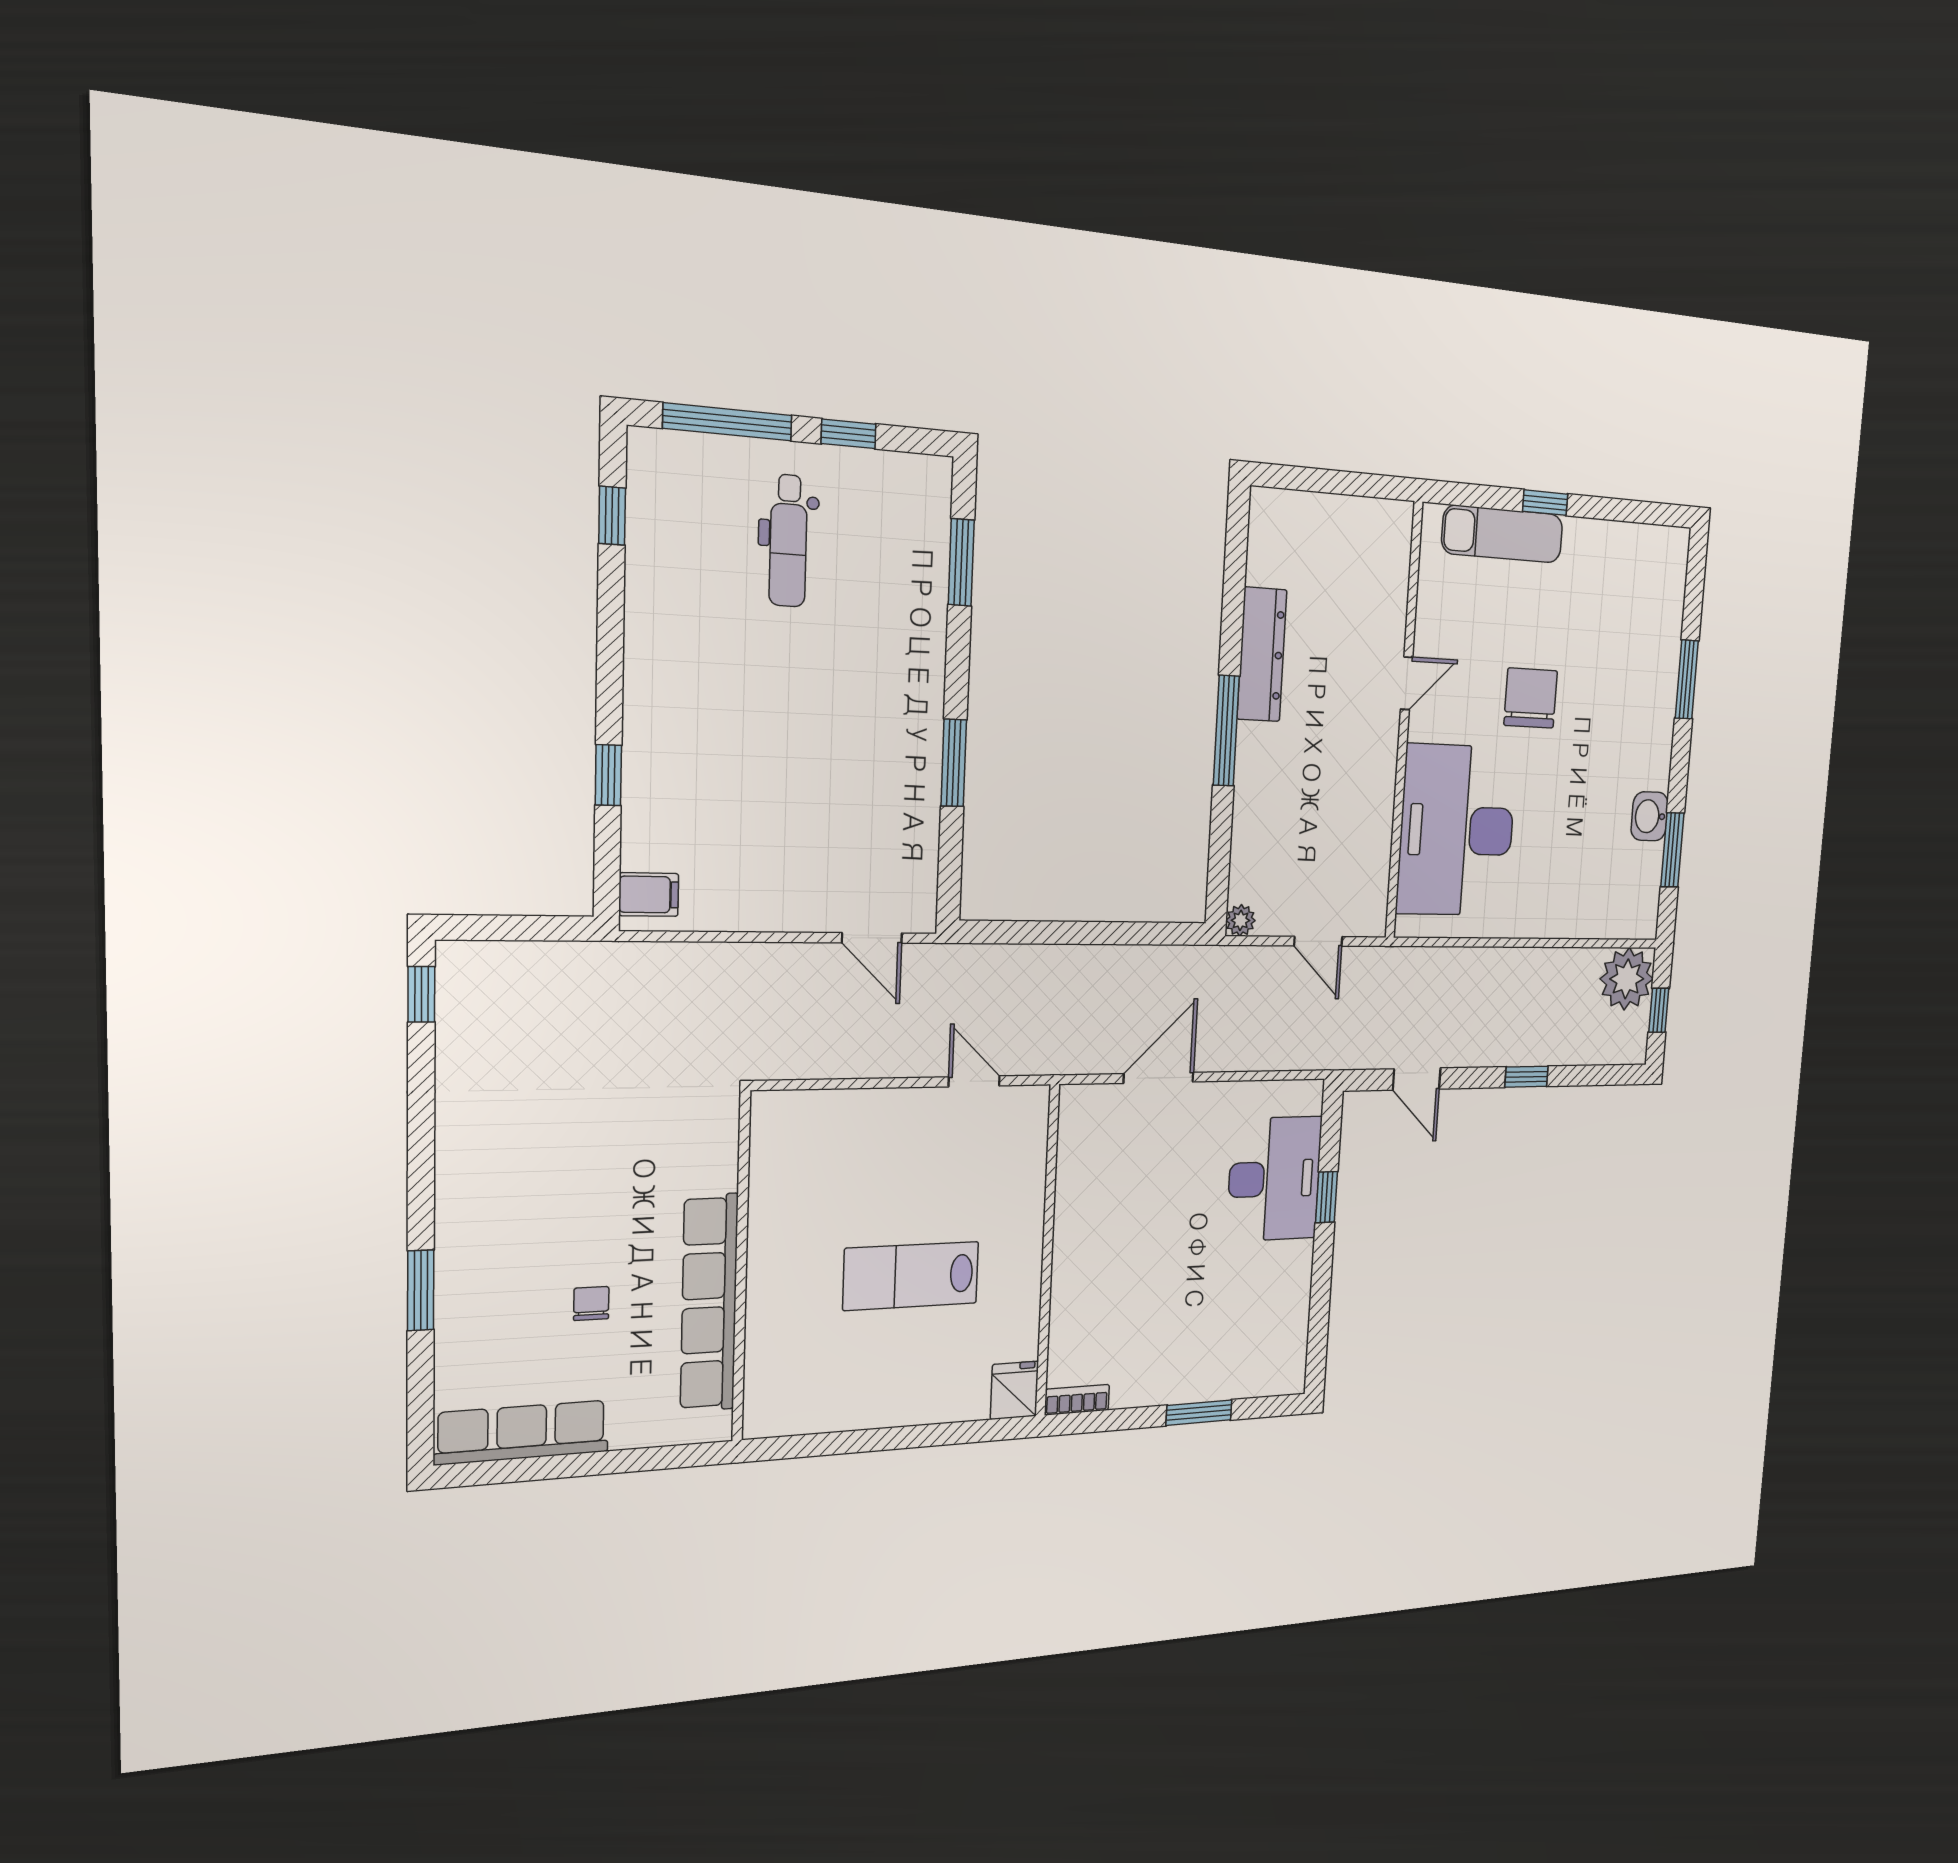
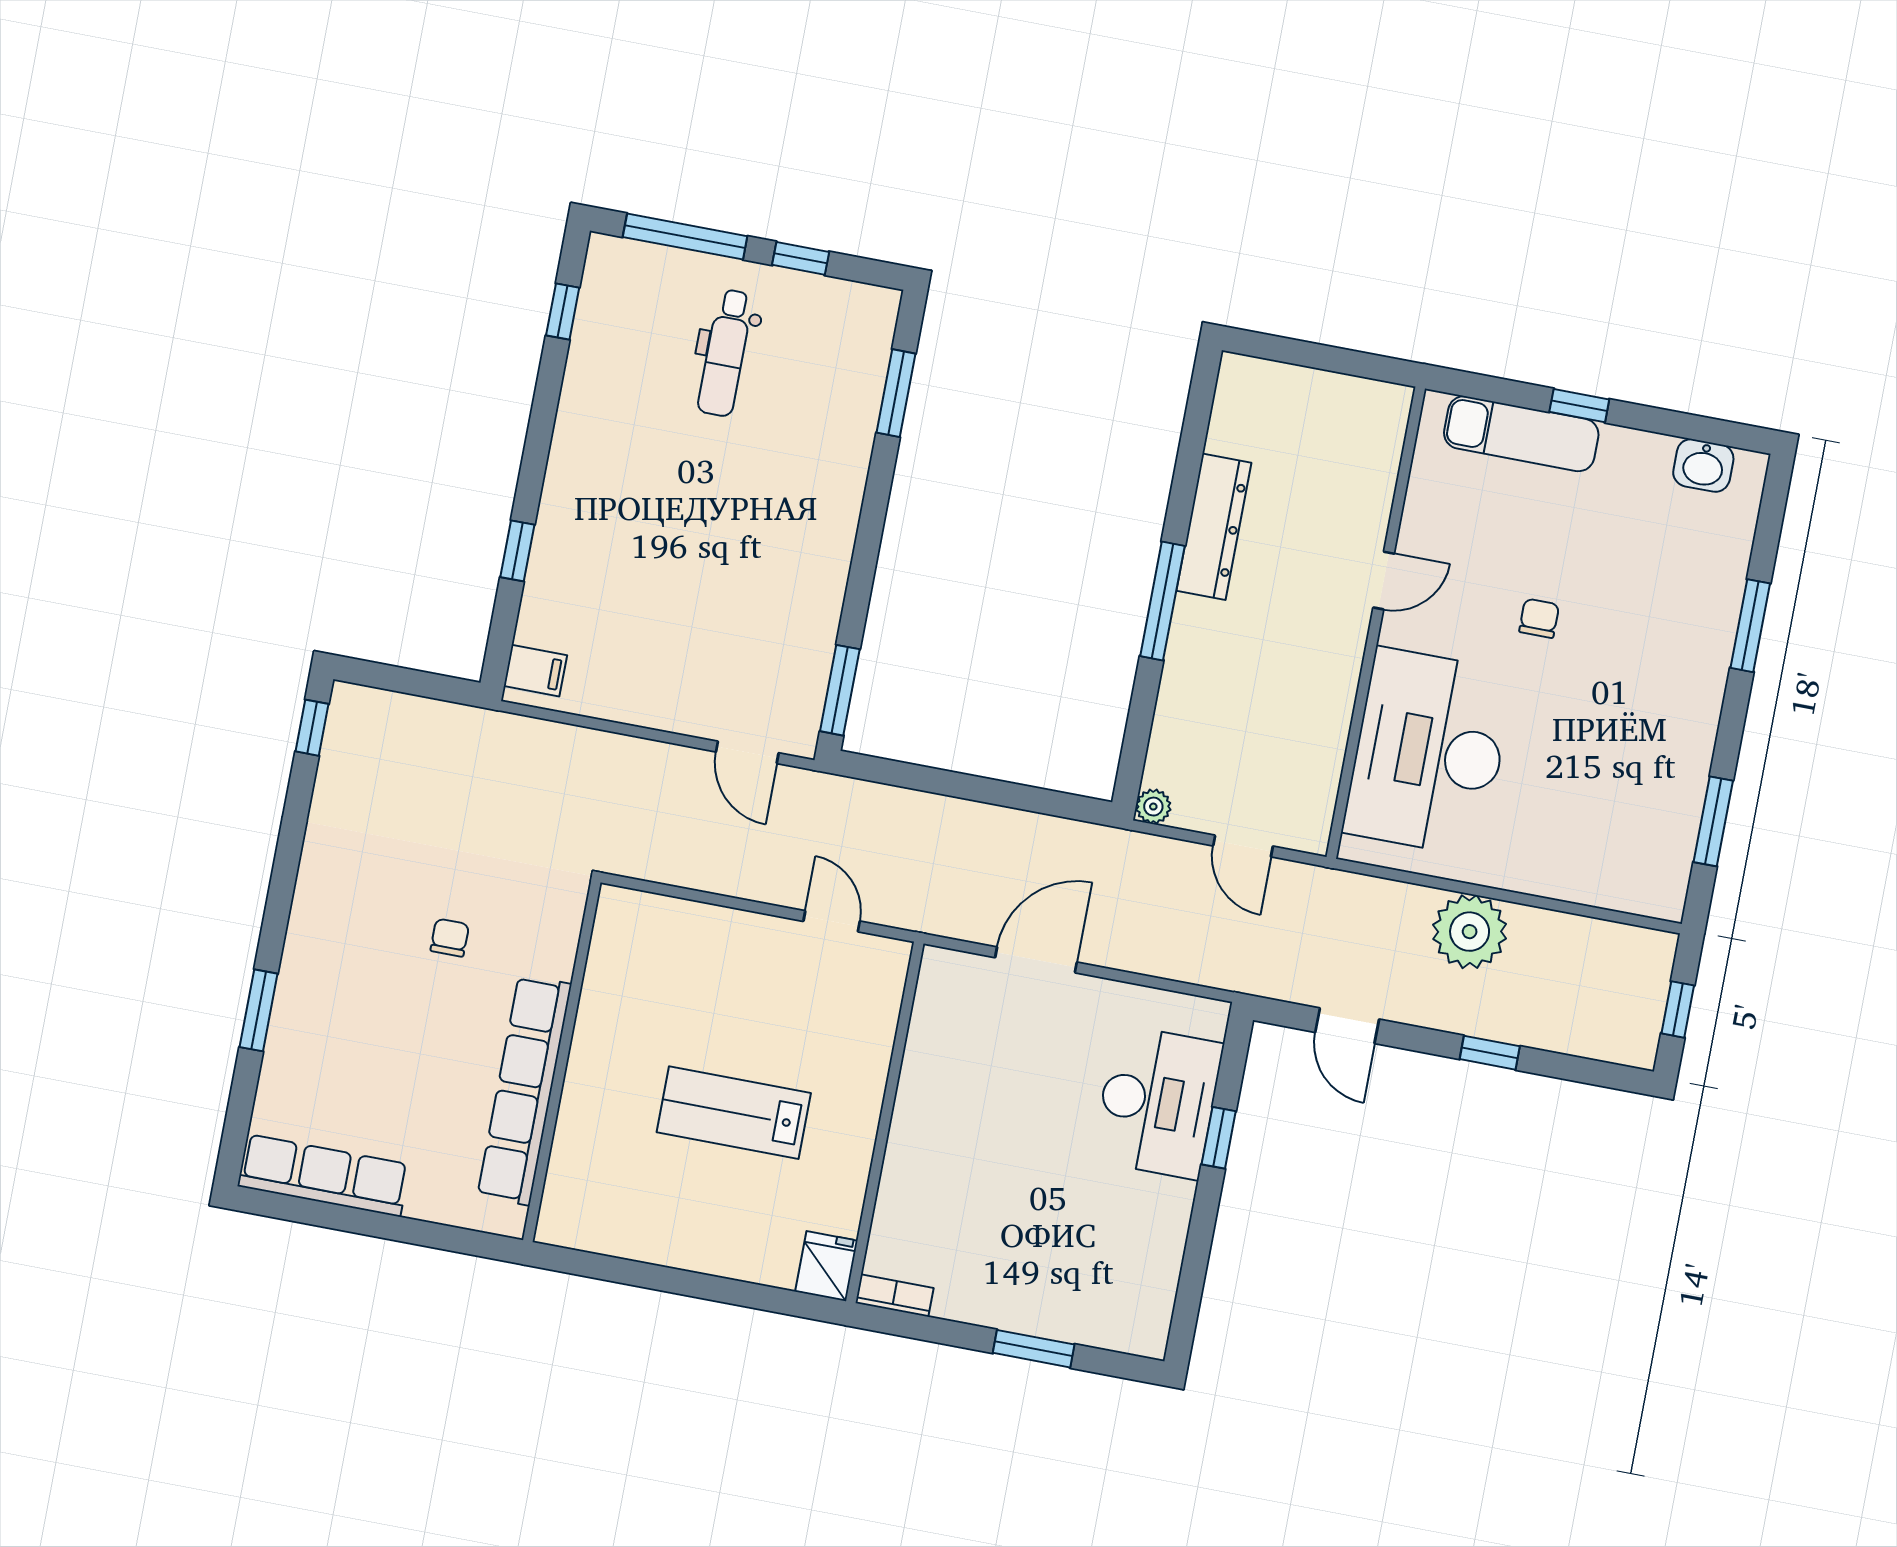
chair: (1531, 698) -> (1539, 618), width x0.54, depth x0.54
window: (954, 763) -> (840, 690), moved
washbasin: (1650, 816) -> (1703, 465), moved, turned -90
plant: (1627, 979) -> (1470, 932), moved
chair: (591, 1303) -> (450, 938), moved

